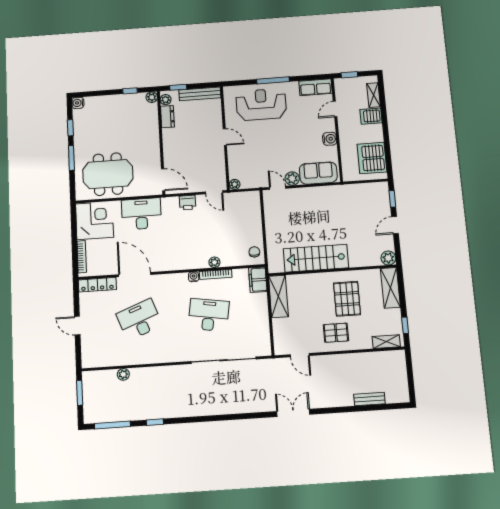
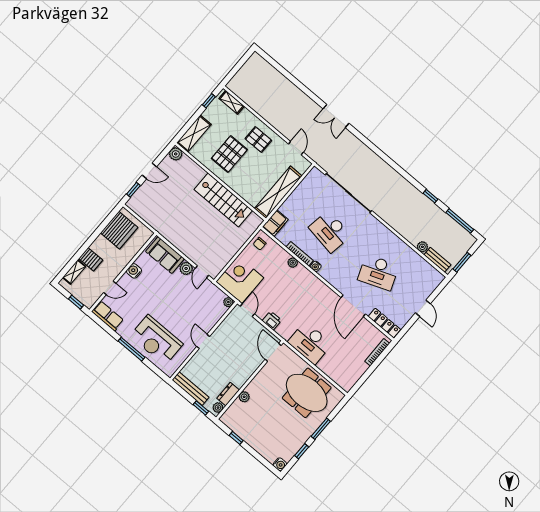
plant: (152, 97) -> (244, 397), moved
corner desk: (95, 221) -> (240, 280), moved, turned 90
shelving: (278, 296) -> (278, 192), width x1.47
bench: (369, 399) -> (437, 260), moved

